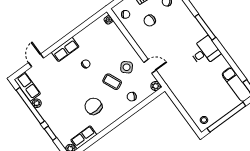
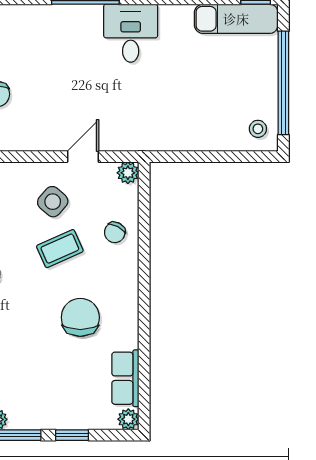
chair: (93, 106) -> (80, 317), turned 95

